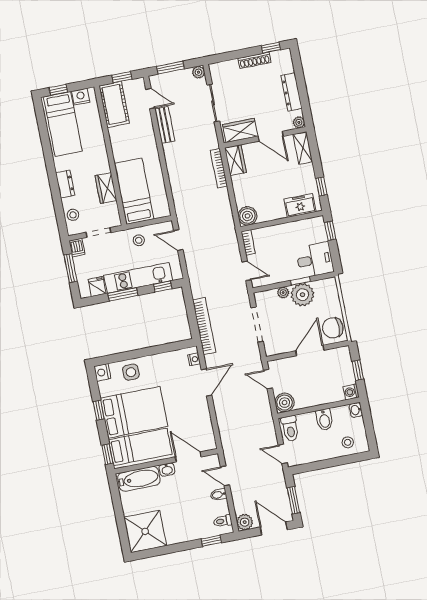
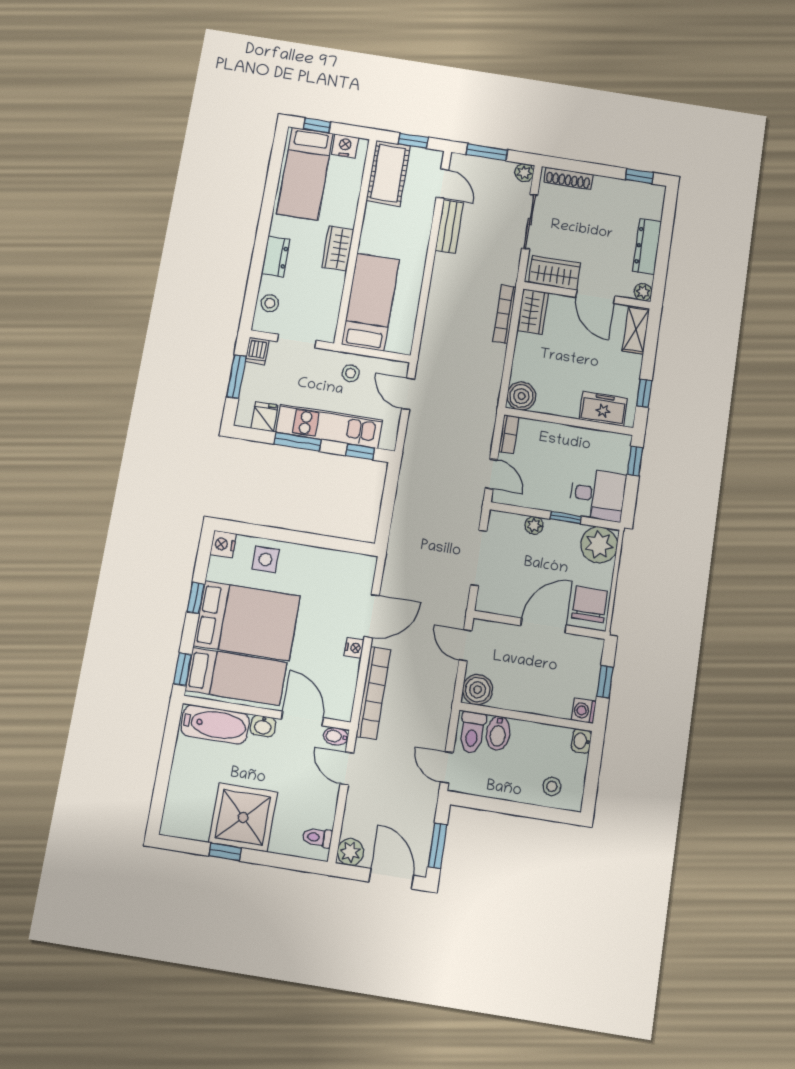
shoe rack: (254, 60) -> (568, 178), moved
wardrobe: (106, 188) -> (338, 248), moved
plant: (302, 295) -> (599, 545), moved
bookcase: (204, 326) -> (373, 693), moved
chair: (333, 328) -> (590, 604), turned 90
nightstand: (194, 359) -> (354, 648), moved
bidet: (324, 420) -> (498, 733), moved
bidet: (218, 495) -> (336, 736), moved
shower: (145, 531) -> (243, 817), moved
window: (211, 541) -> (225, 852), moved

